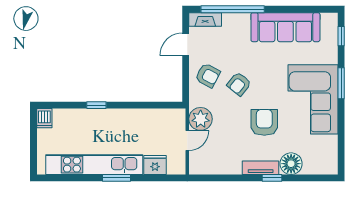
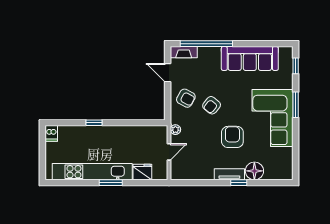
door: (186, 44) -> (168, 73), hinge flipped
plant: (201, 119) -> (175, 130), width x0.53, depth x0.53

